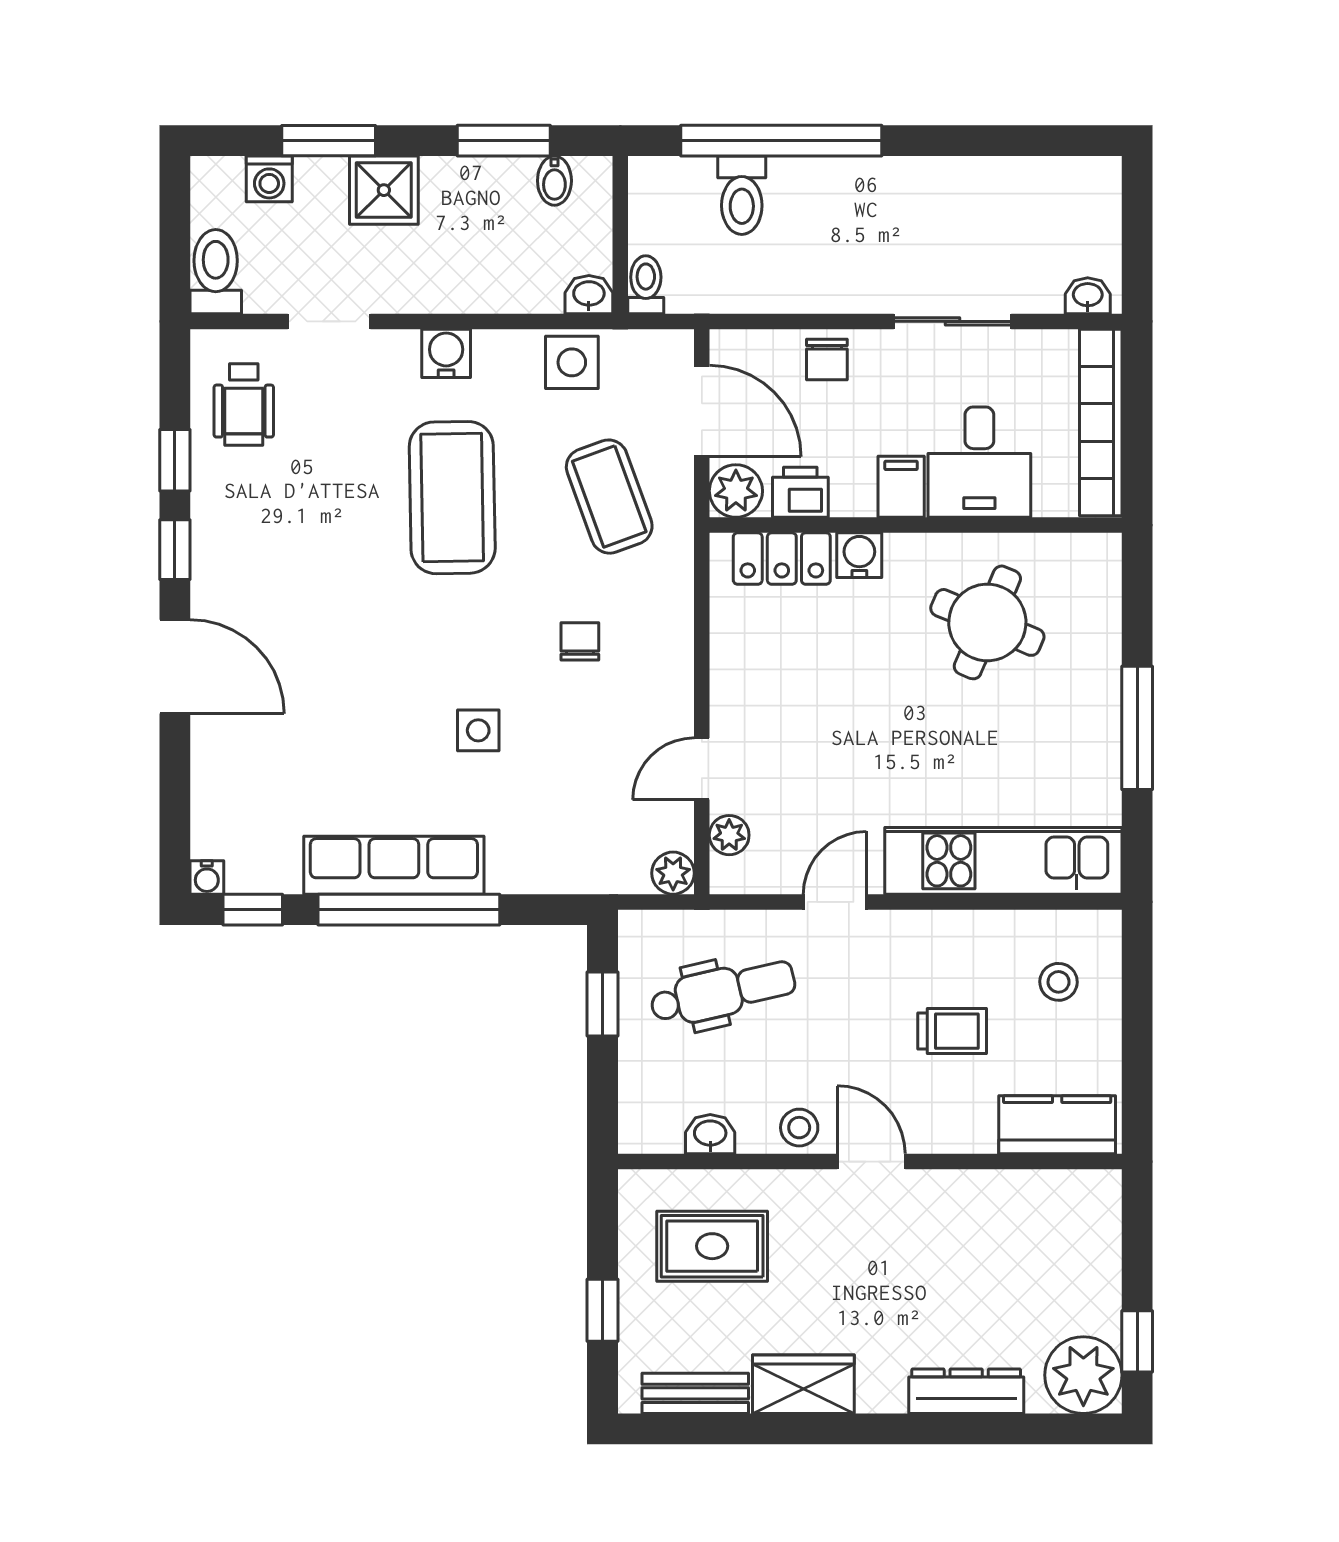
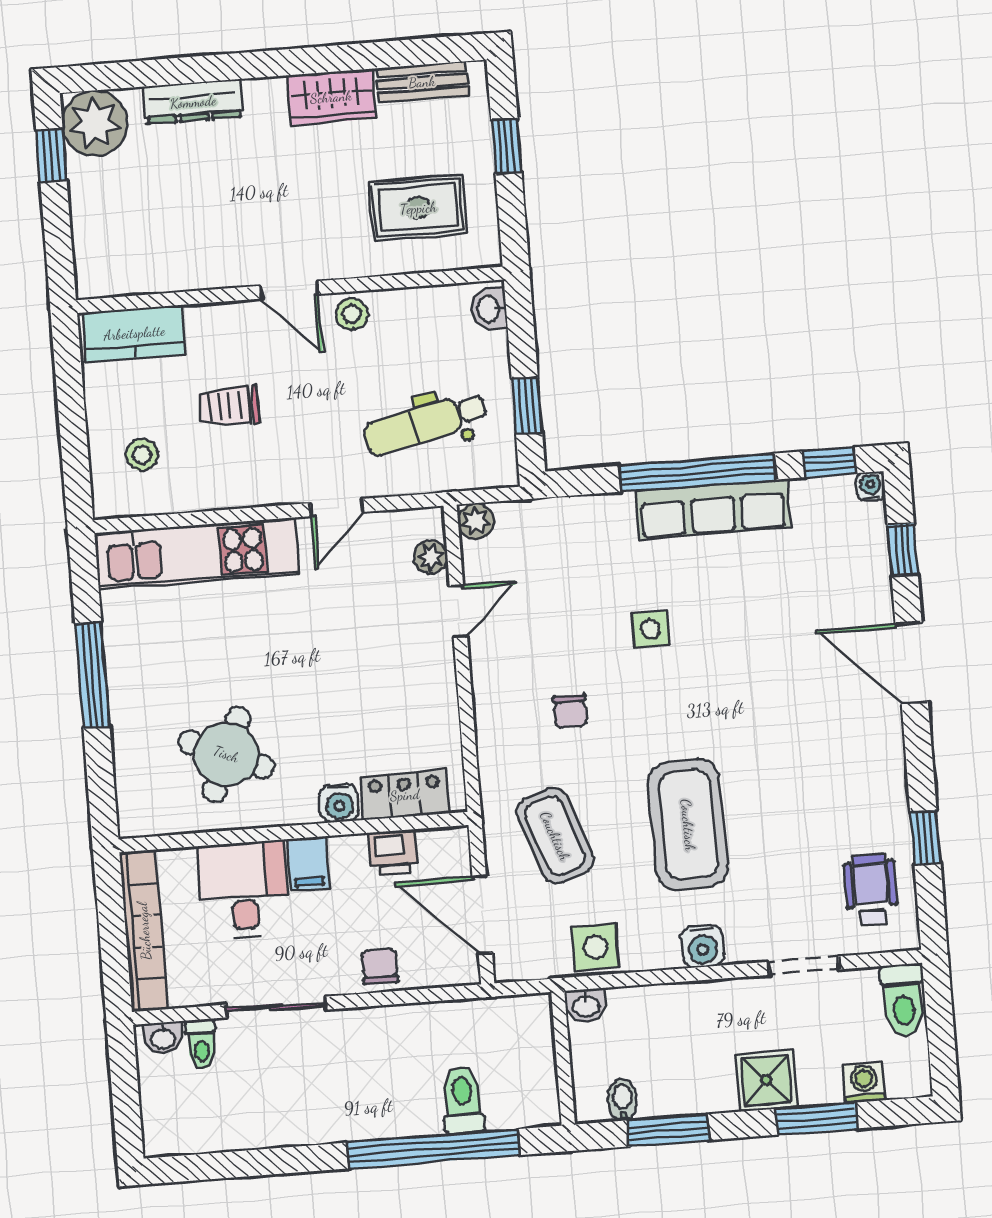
toilet: (646, 285) -> (201, 1044), moved
plant: (736, 491) -> (448, 849), removed
window: (175, 550) -> (903, 550), moved
washbasin: (710, 1134) -> (489, 309), moved, turned 90

